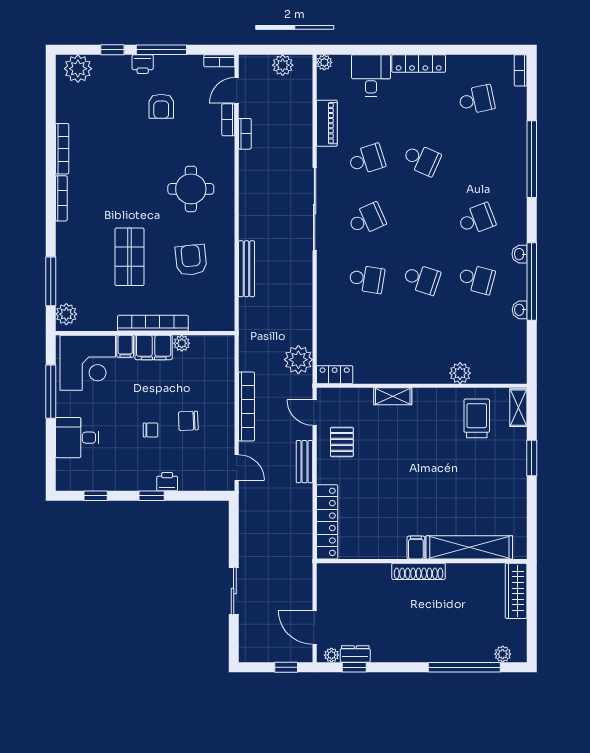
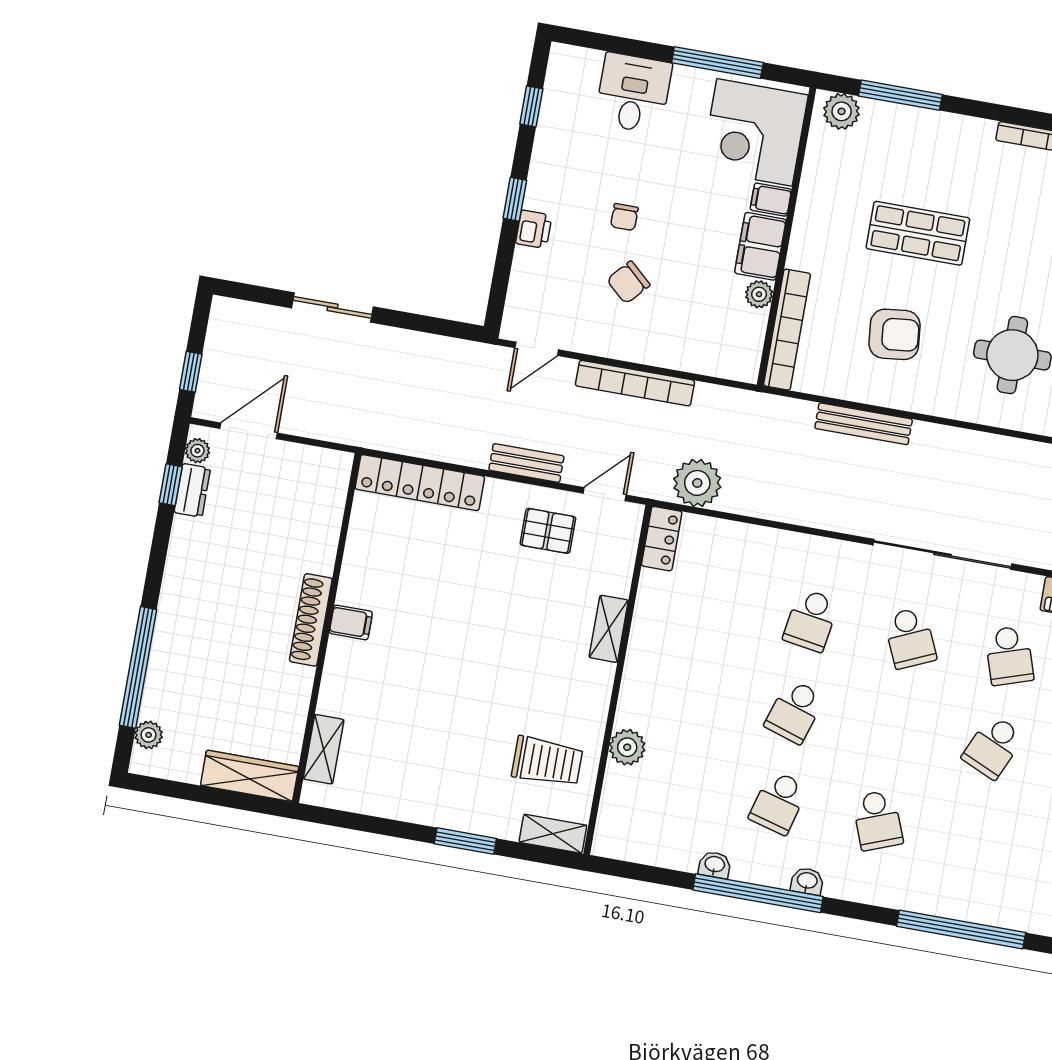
bookcase: (153, 323) -> (787, 330), moved
chair: (188, 421) -> (628, 282), turned -136
shelving: (469, 547) -> (324, 749), width x0.45, depth x0.75

